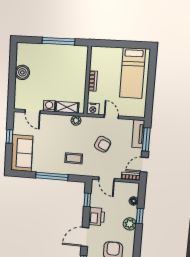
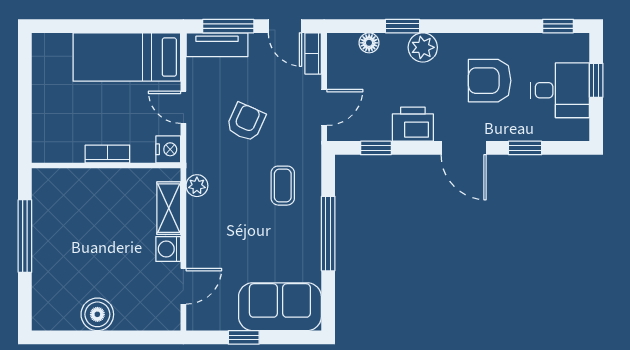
bed: (132, 73) -> (127, 57), moved, turned 180
door: (111, 117) -> (183, 107), hinge flipped

